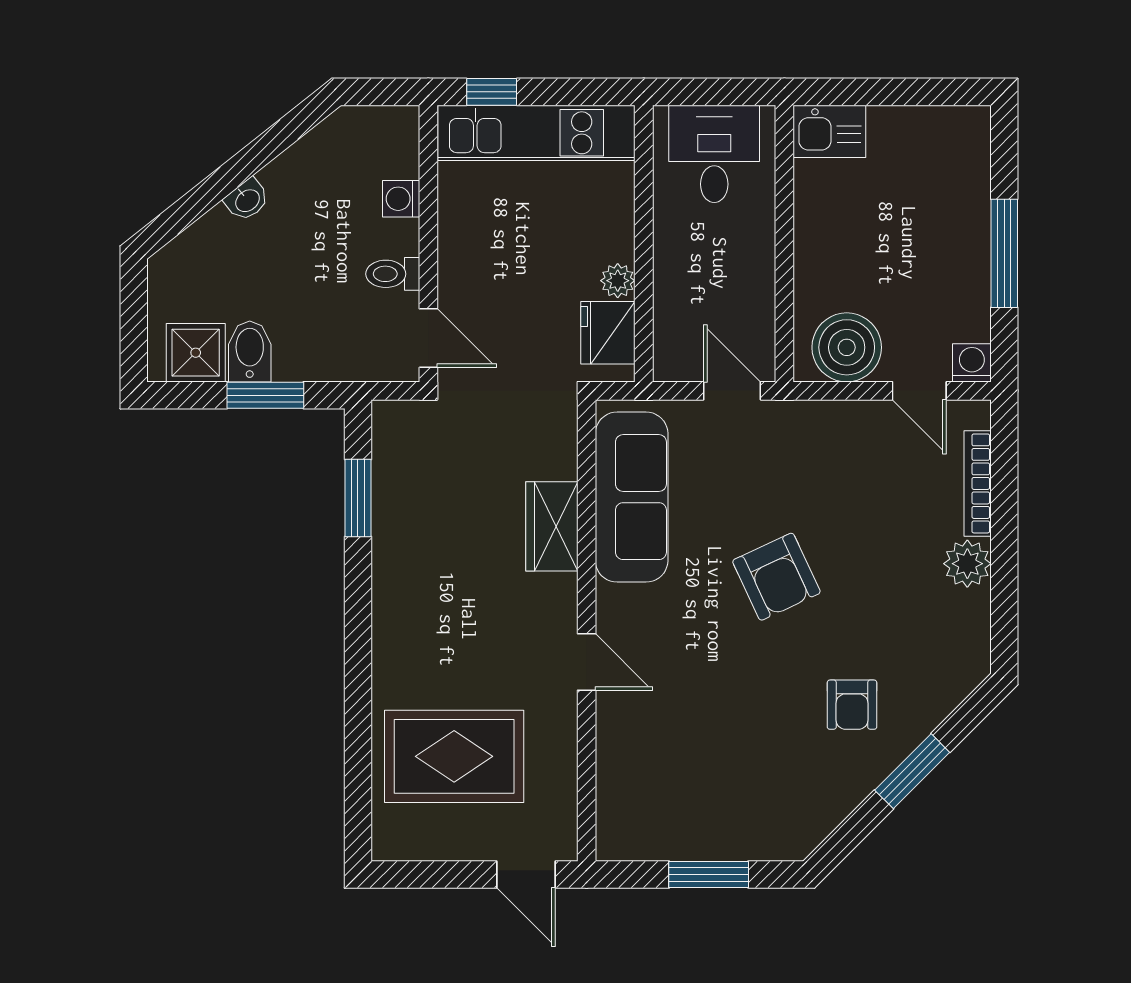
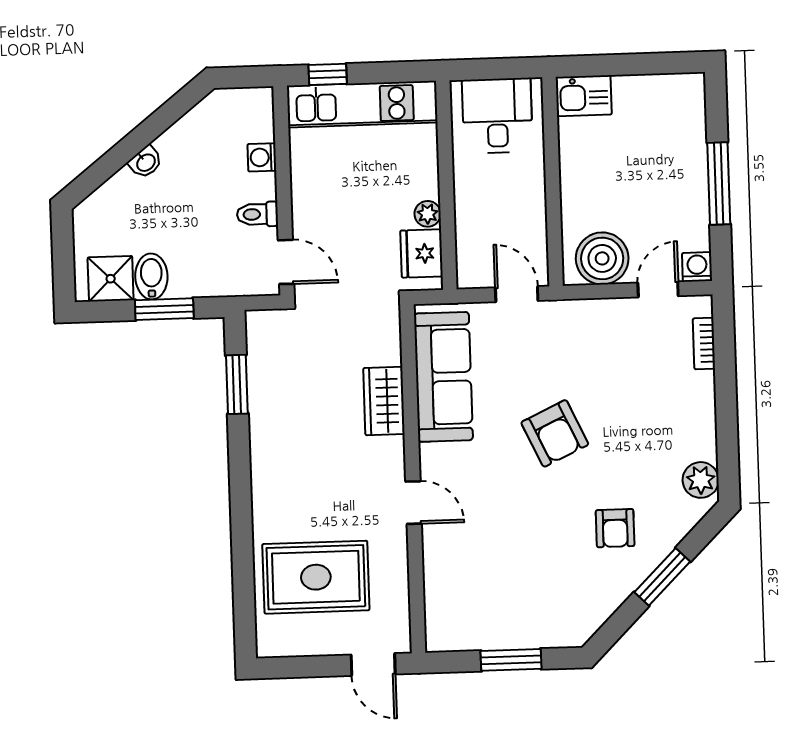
door: (919, 391) -> (658, 289), swing flipped
bookcase: (978, 483) -> (704, 344), width x0.64
plant: (967, 564) -> (701, 480), moved

